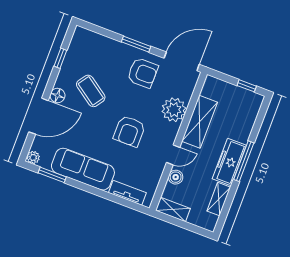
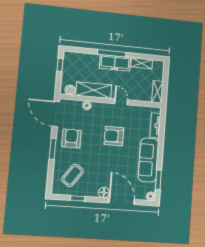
coffee table: (91, 91) -> (73, 175), moved
plant: (174, 110) -> (87, 106), width x0.53, depth x0.53
armchair: (129, 131) -> (114, 136), turned 180
boiler: (176, 177) -> (70, 90), moved

